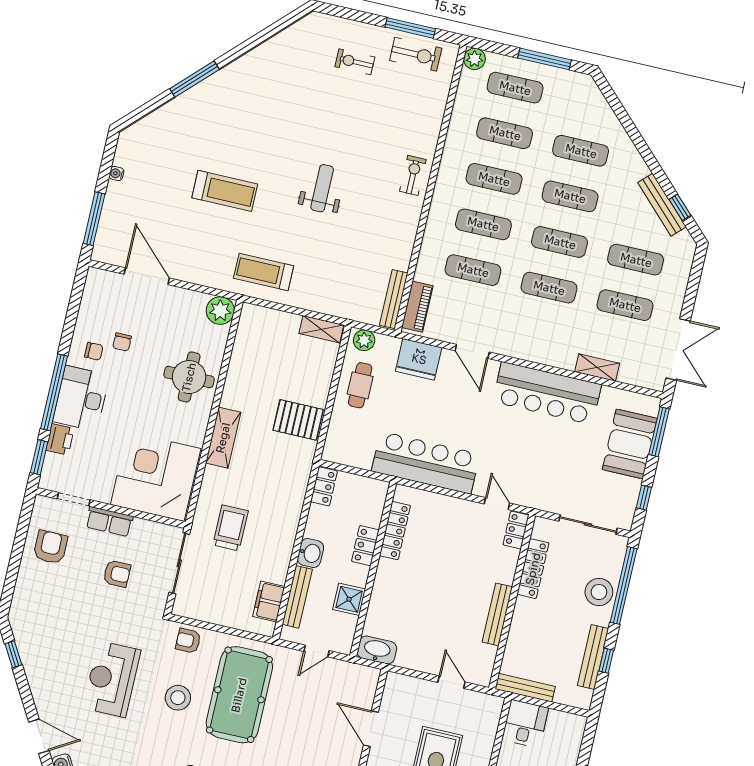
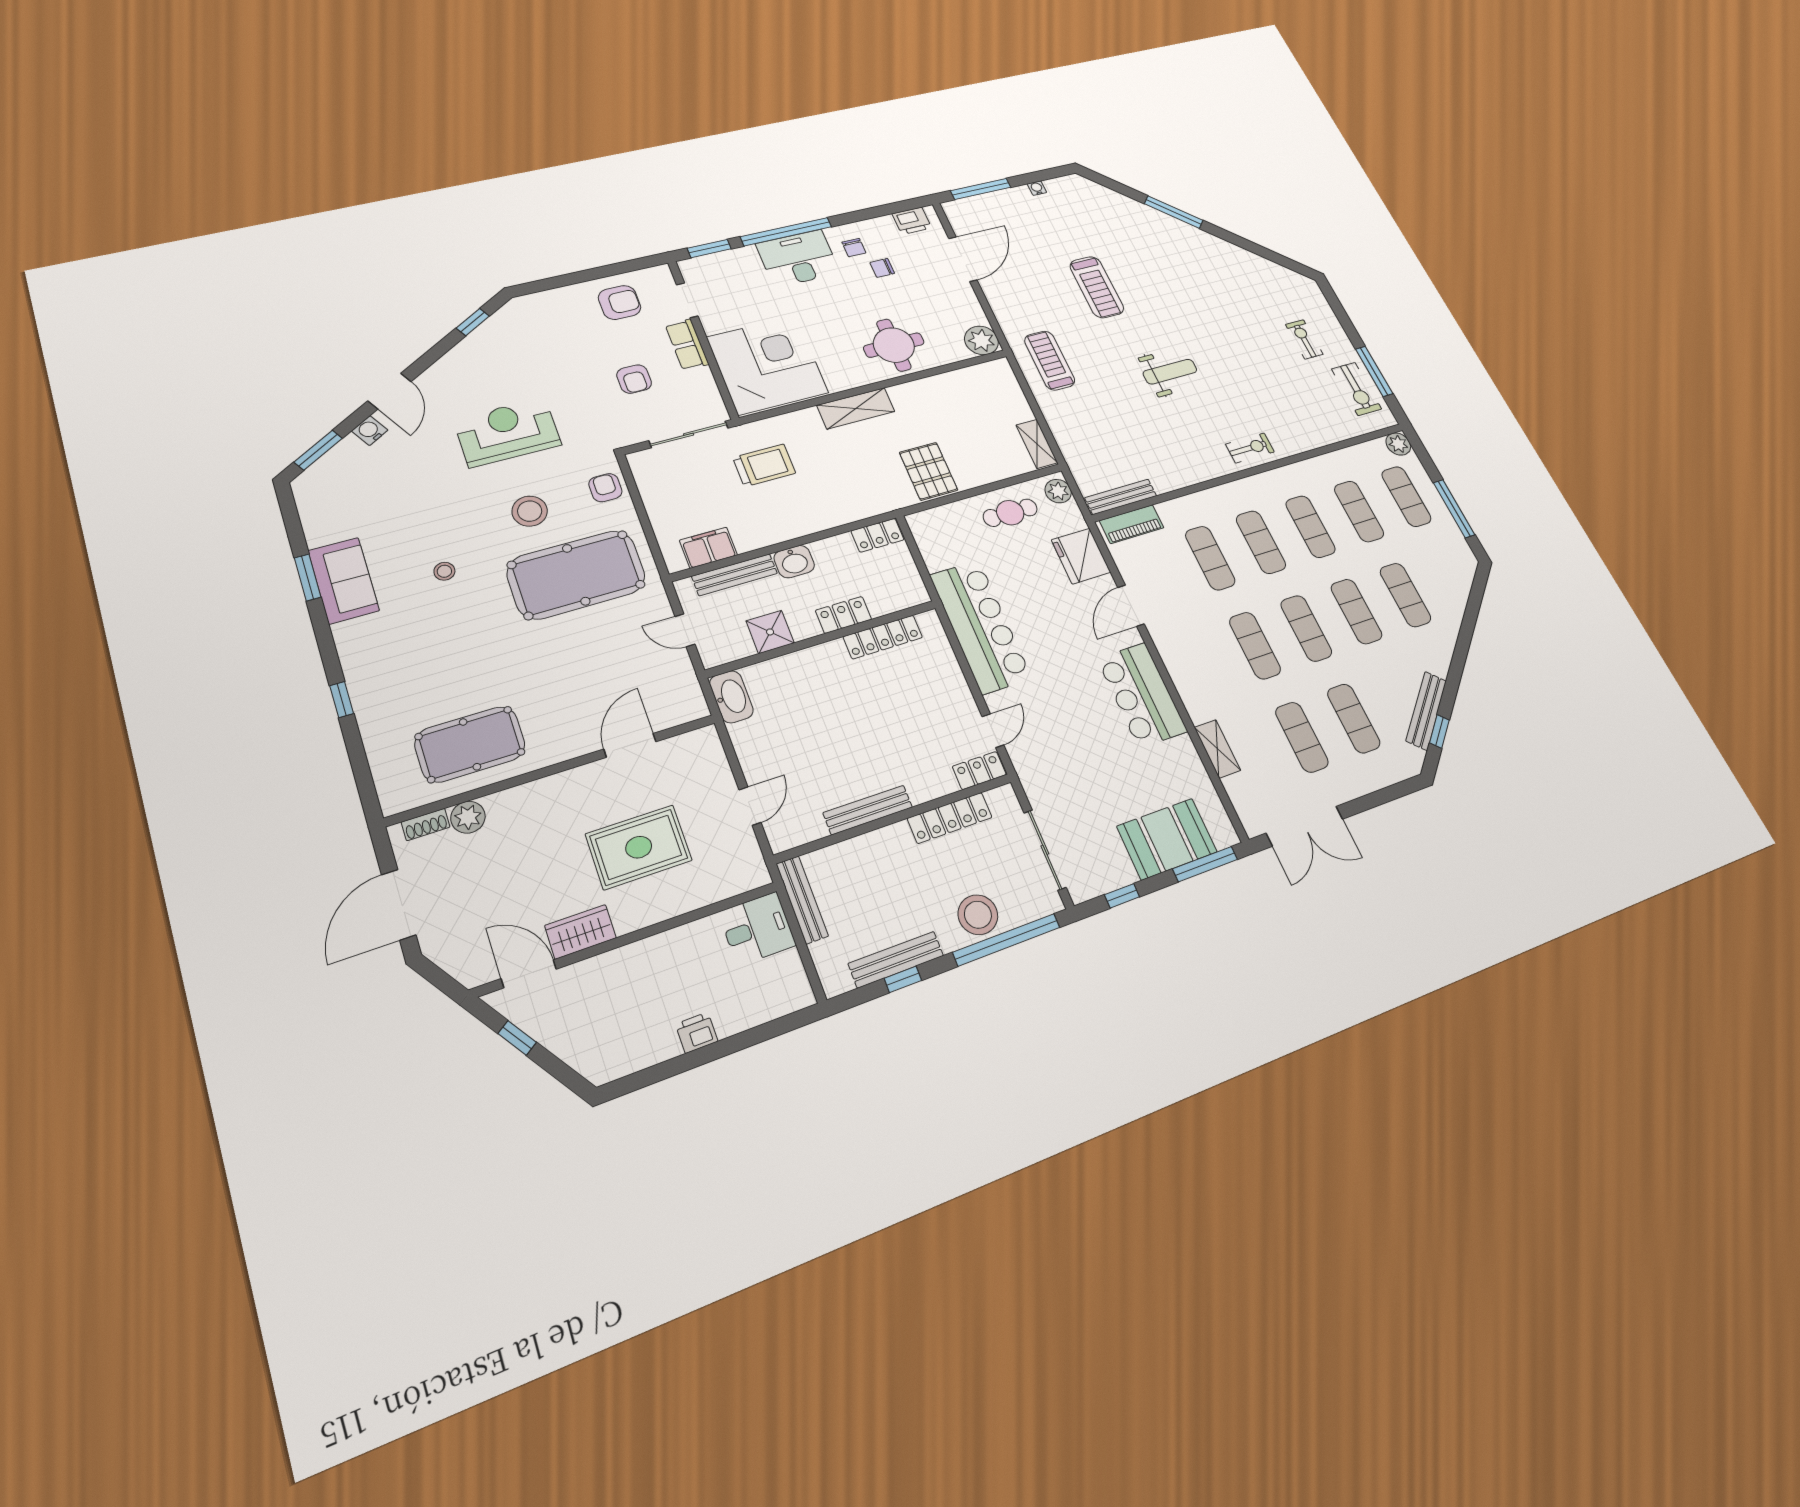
bar counter: (547, 393) -> (1142, 695), width x0.73
printer: (60, 439) -> (912, 221), moved

